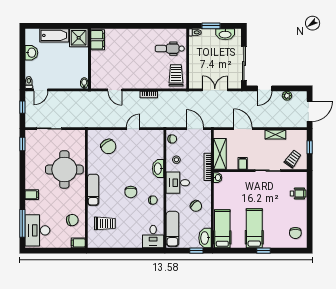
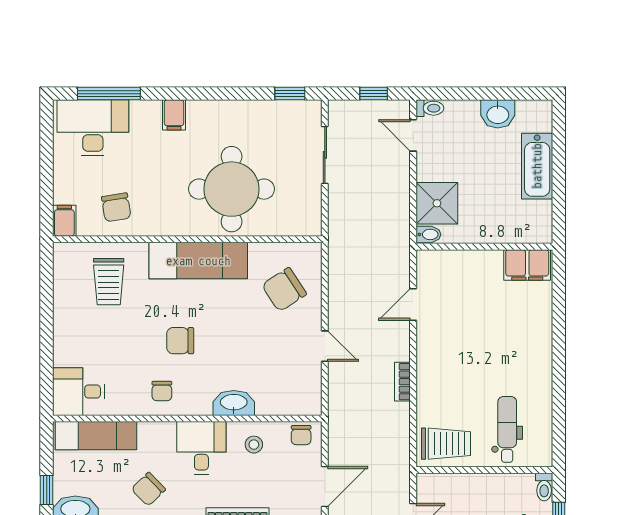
shower: (79, 38) -> (437, 203), moved
exam couch: (93, 190) -> (198, 261), width x1.36, depth x1.45

